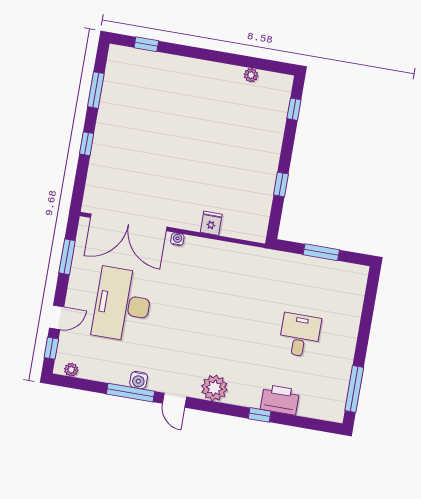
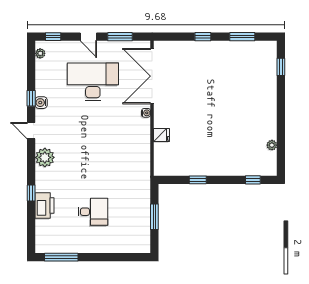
door: (57, 317) -> (88, 37), moved
window: (130, 393) -> (31, 98), width x0.46
door: (174, 400) -> (31, 131), hinge flipped

